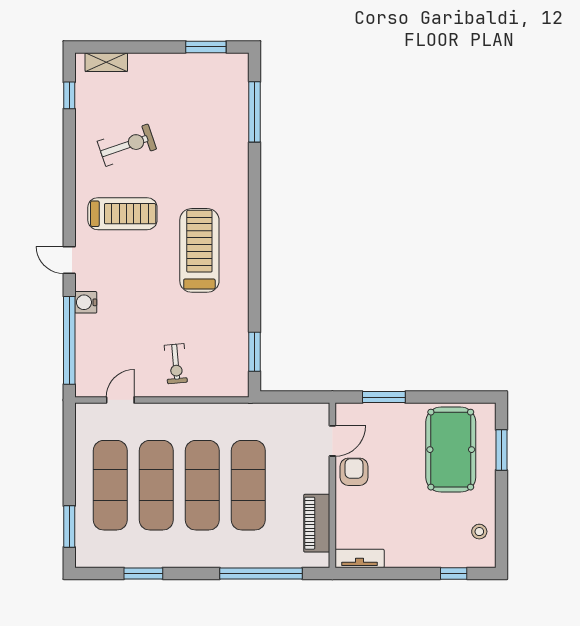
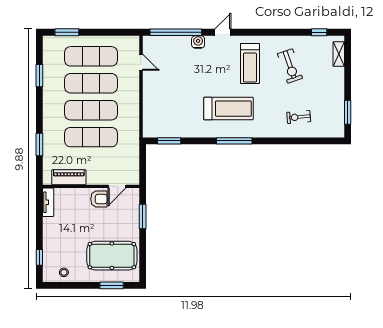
window: (255, 112) -> (234, 141), moved
exercise bike: (176, 364) -> (299, 117), moved
door: (332, 441) -> (117, 186), hinge flipped
window: (261, 573) -> (39, 145), width x0.47

